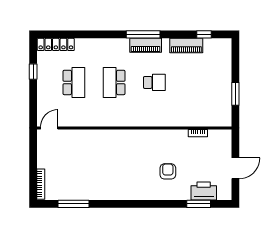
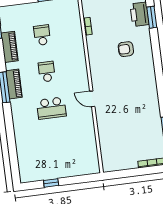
locker: (56, 44) -> (24, 165), removed
school desk: (74, 82) -> (42, 35), moved, width x0.54
door: (49, 128) -> (92, 99), moved

